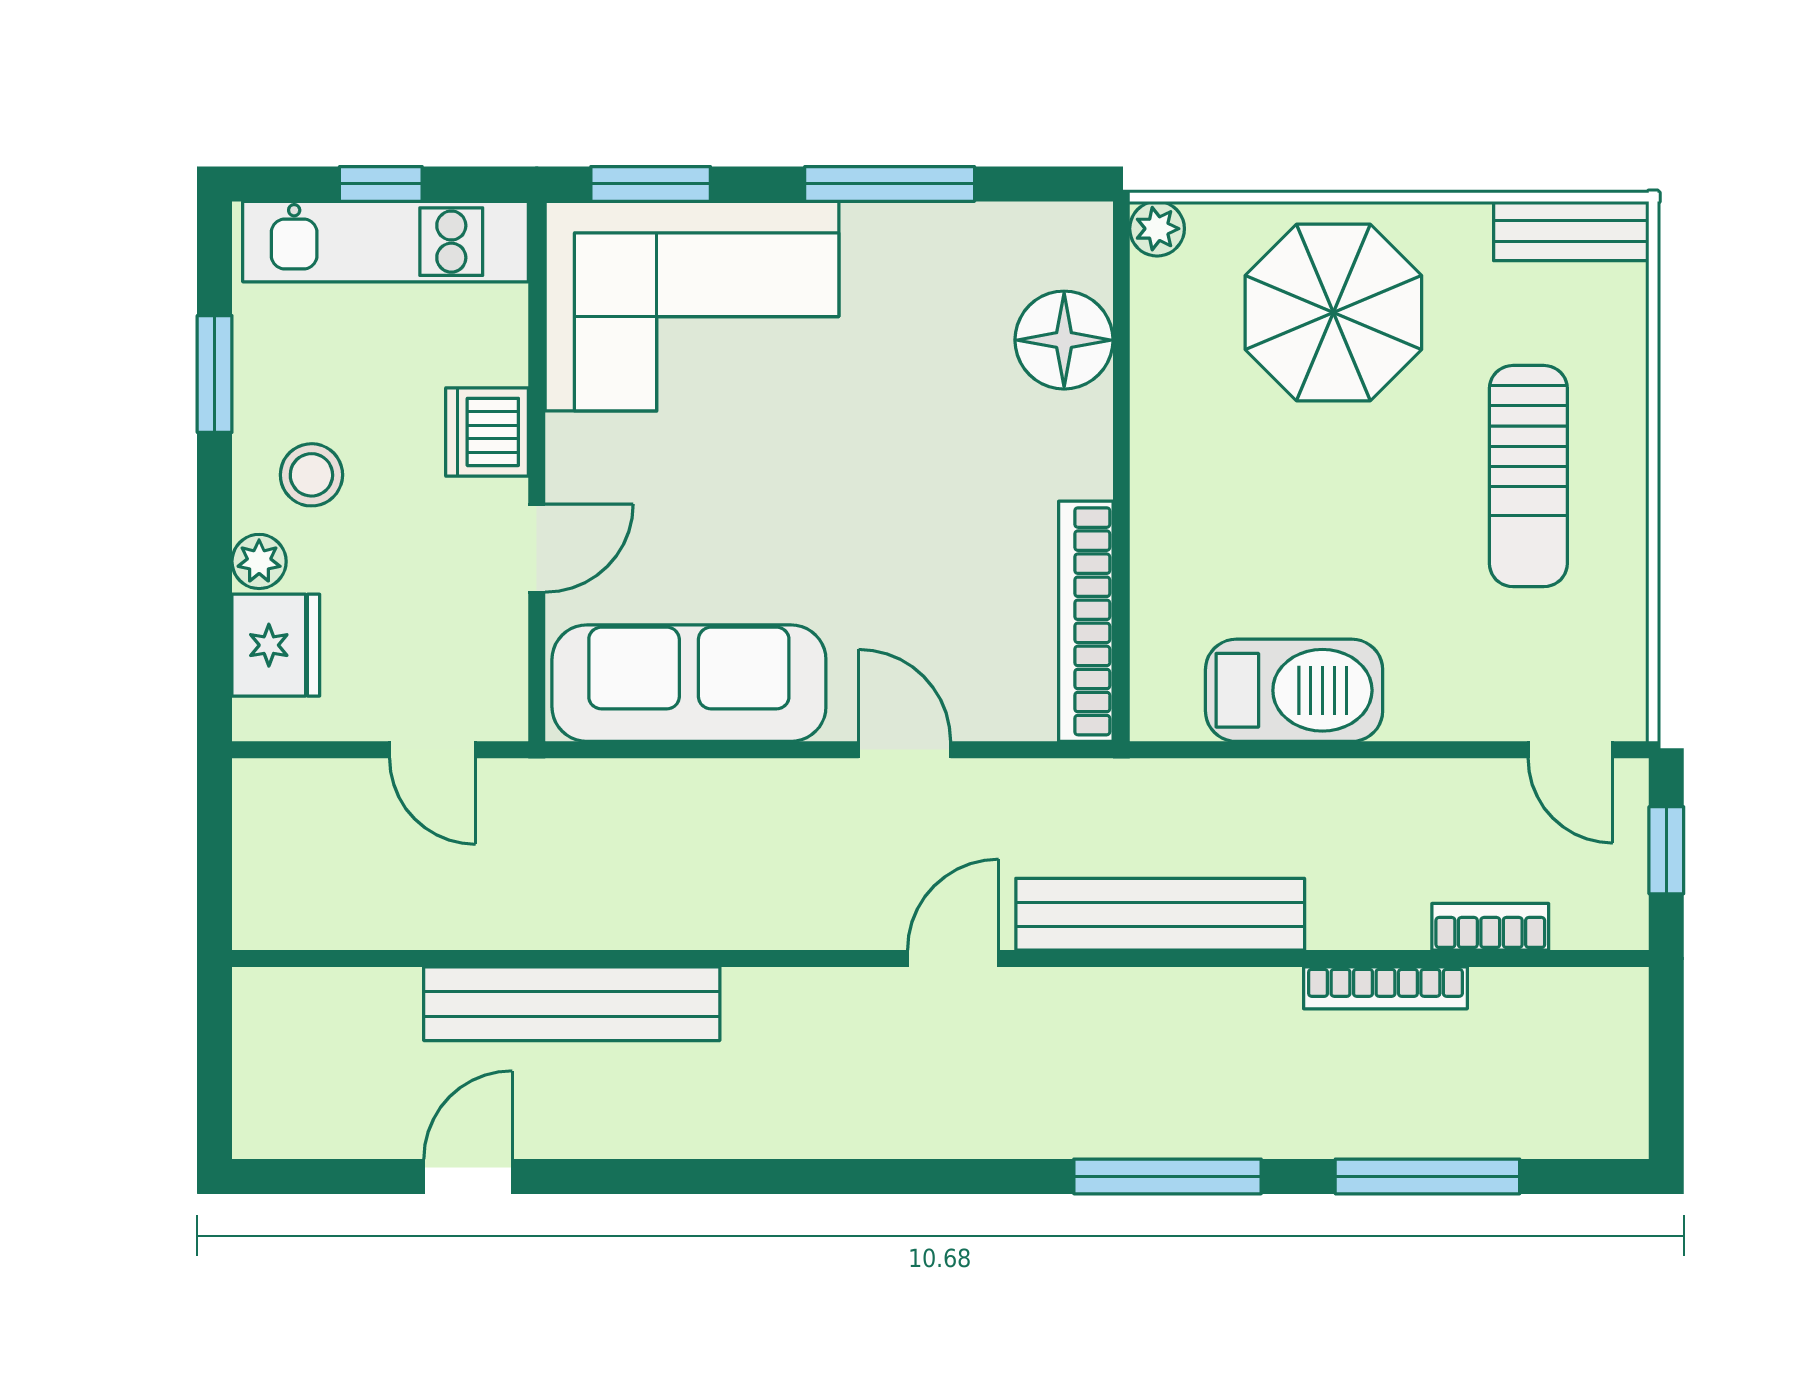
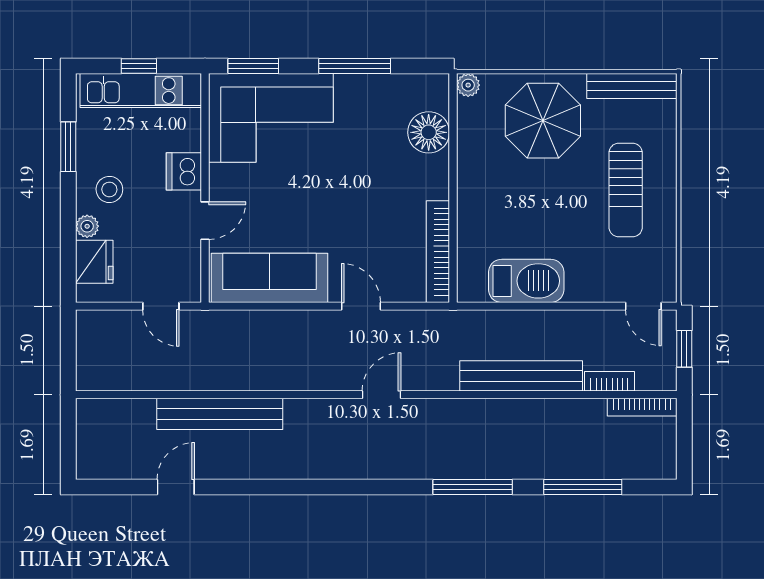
bench: (1571, 231) -> (632, 86), width x1.36
bench: (1160, 914) -> (521, 376), moved
bookcase: (1385, 988) -> (642, 407), moved

